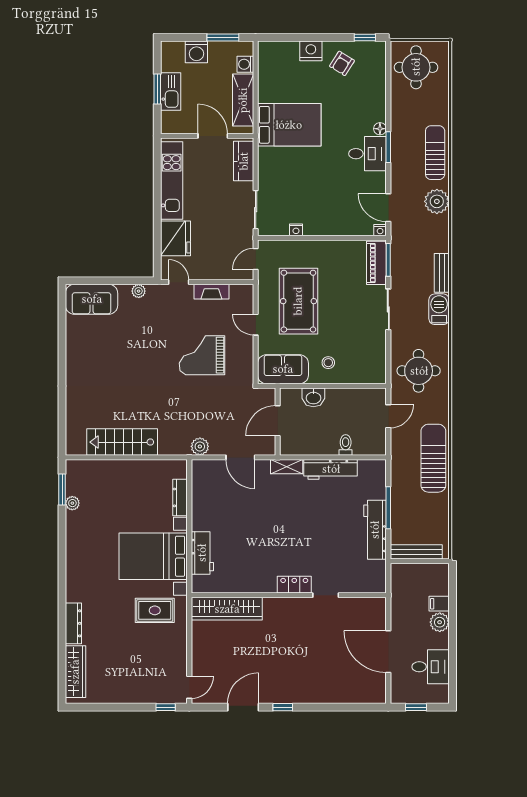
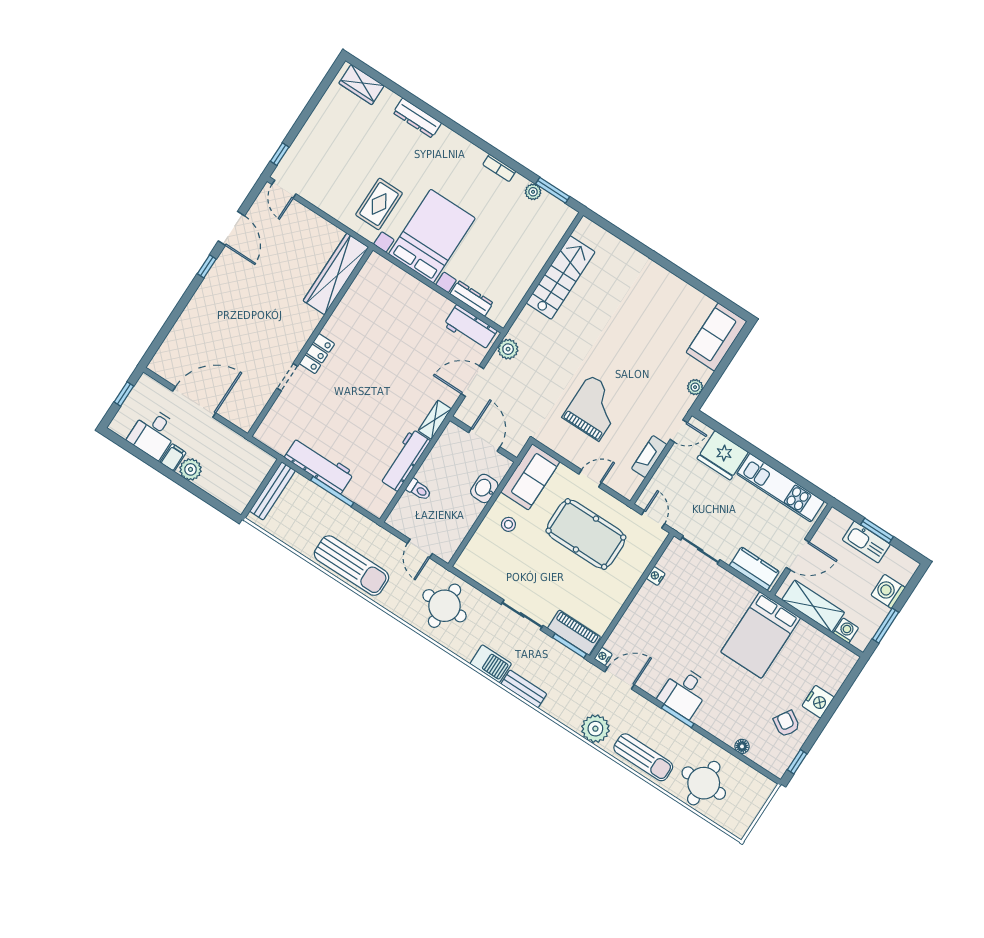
round table: (416, 67) -> (704, 783), moved
floor lamp: (380, 129) -> (742, 746), moved
bookcase: (71, 539) -> (499, 168), added
workbench: (202, 553) -> (470, 328), moved
filing cabinet: (439, 604) -> (173, 458), moved
wardrobe: (75, 672) -> (361, 85), width x0.67

